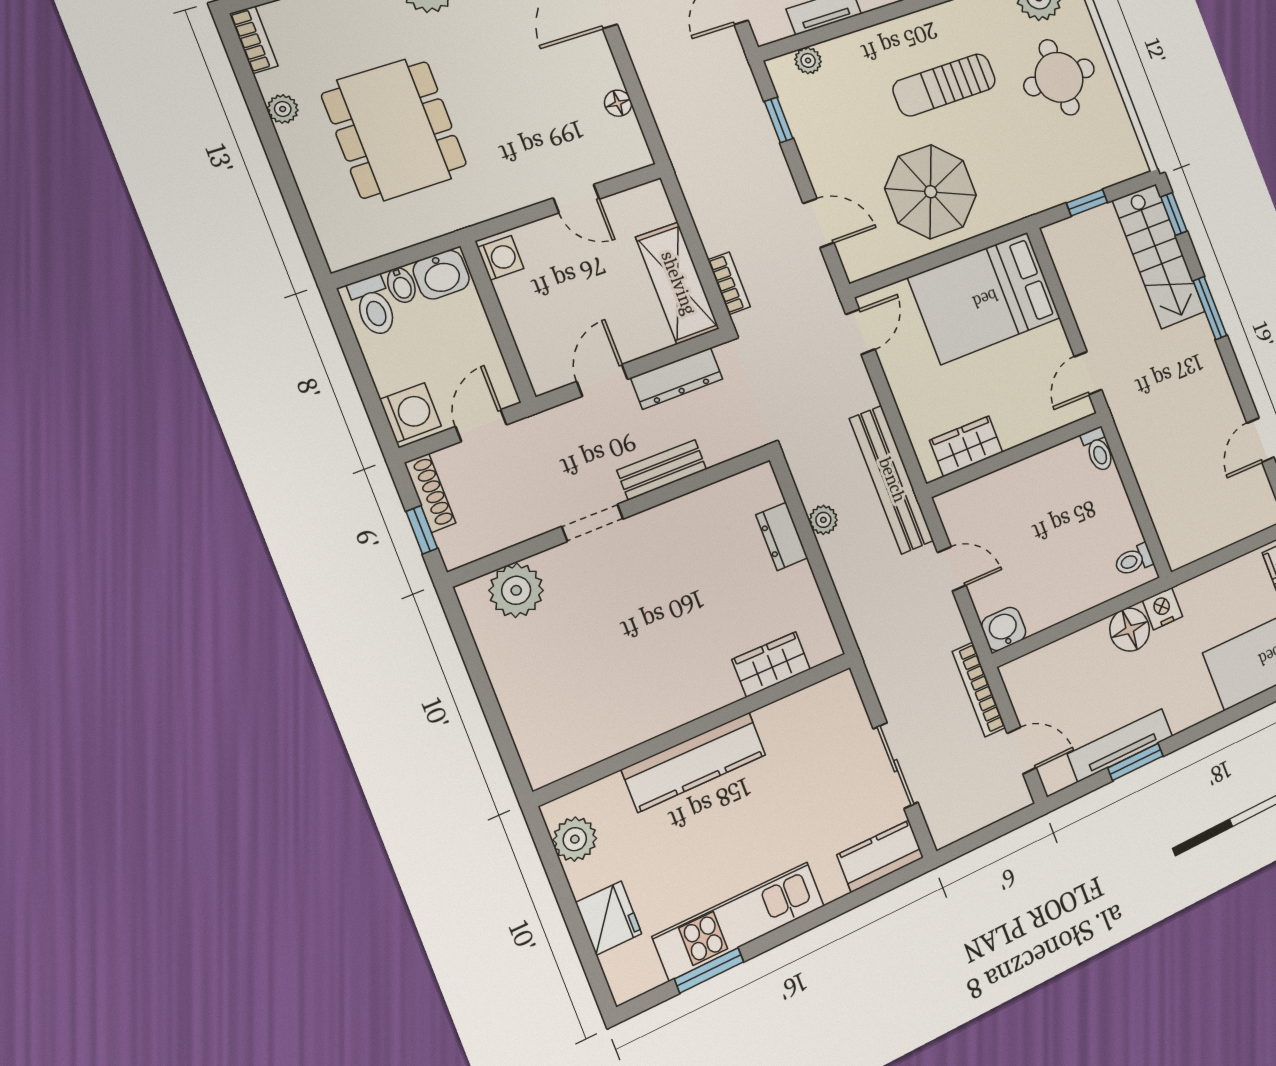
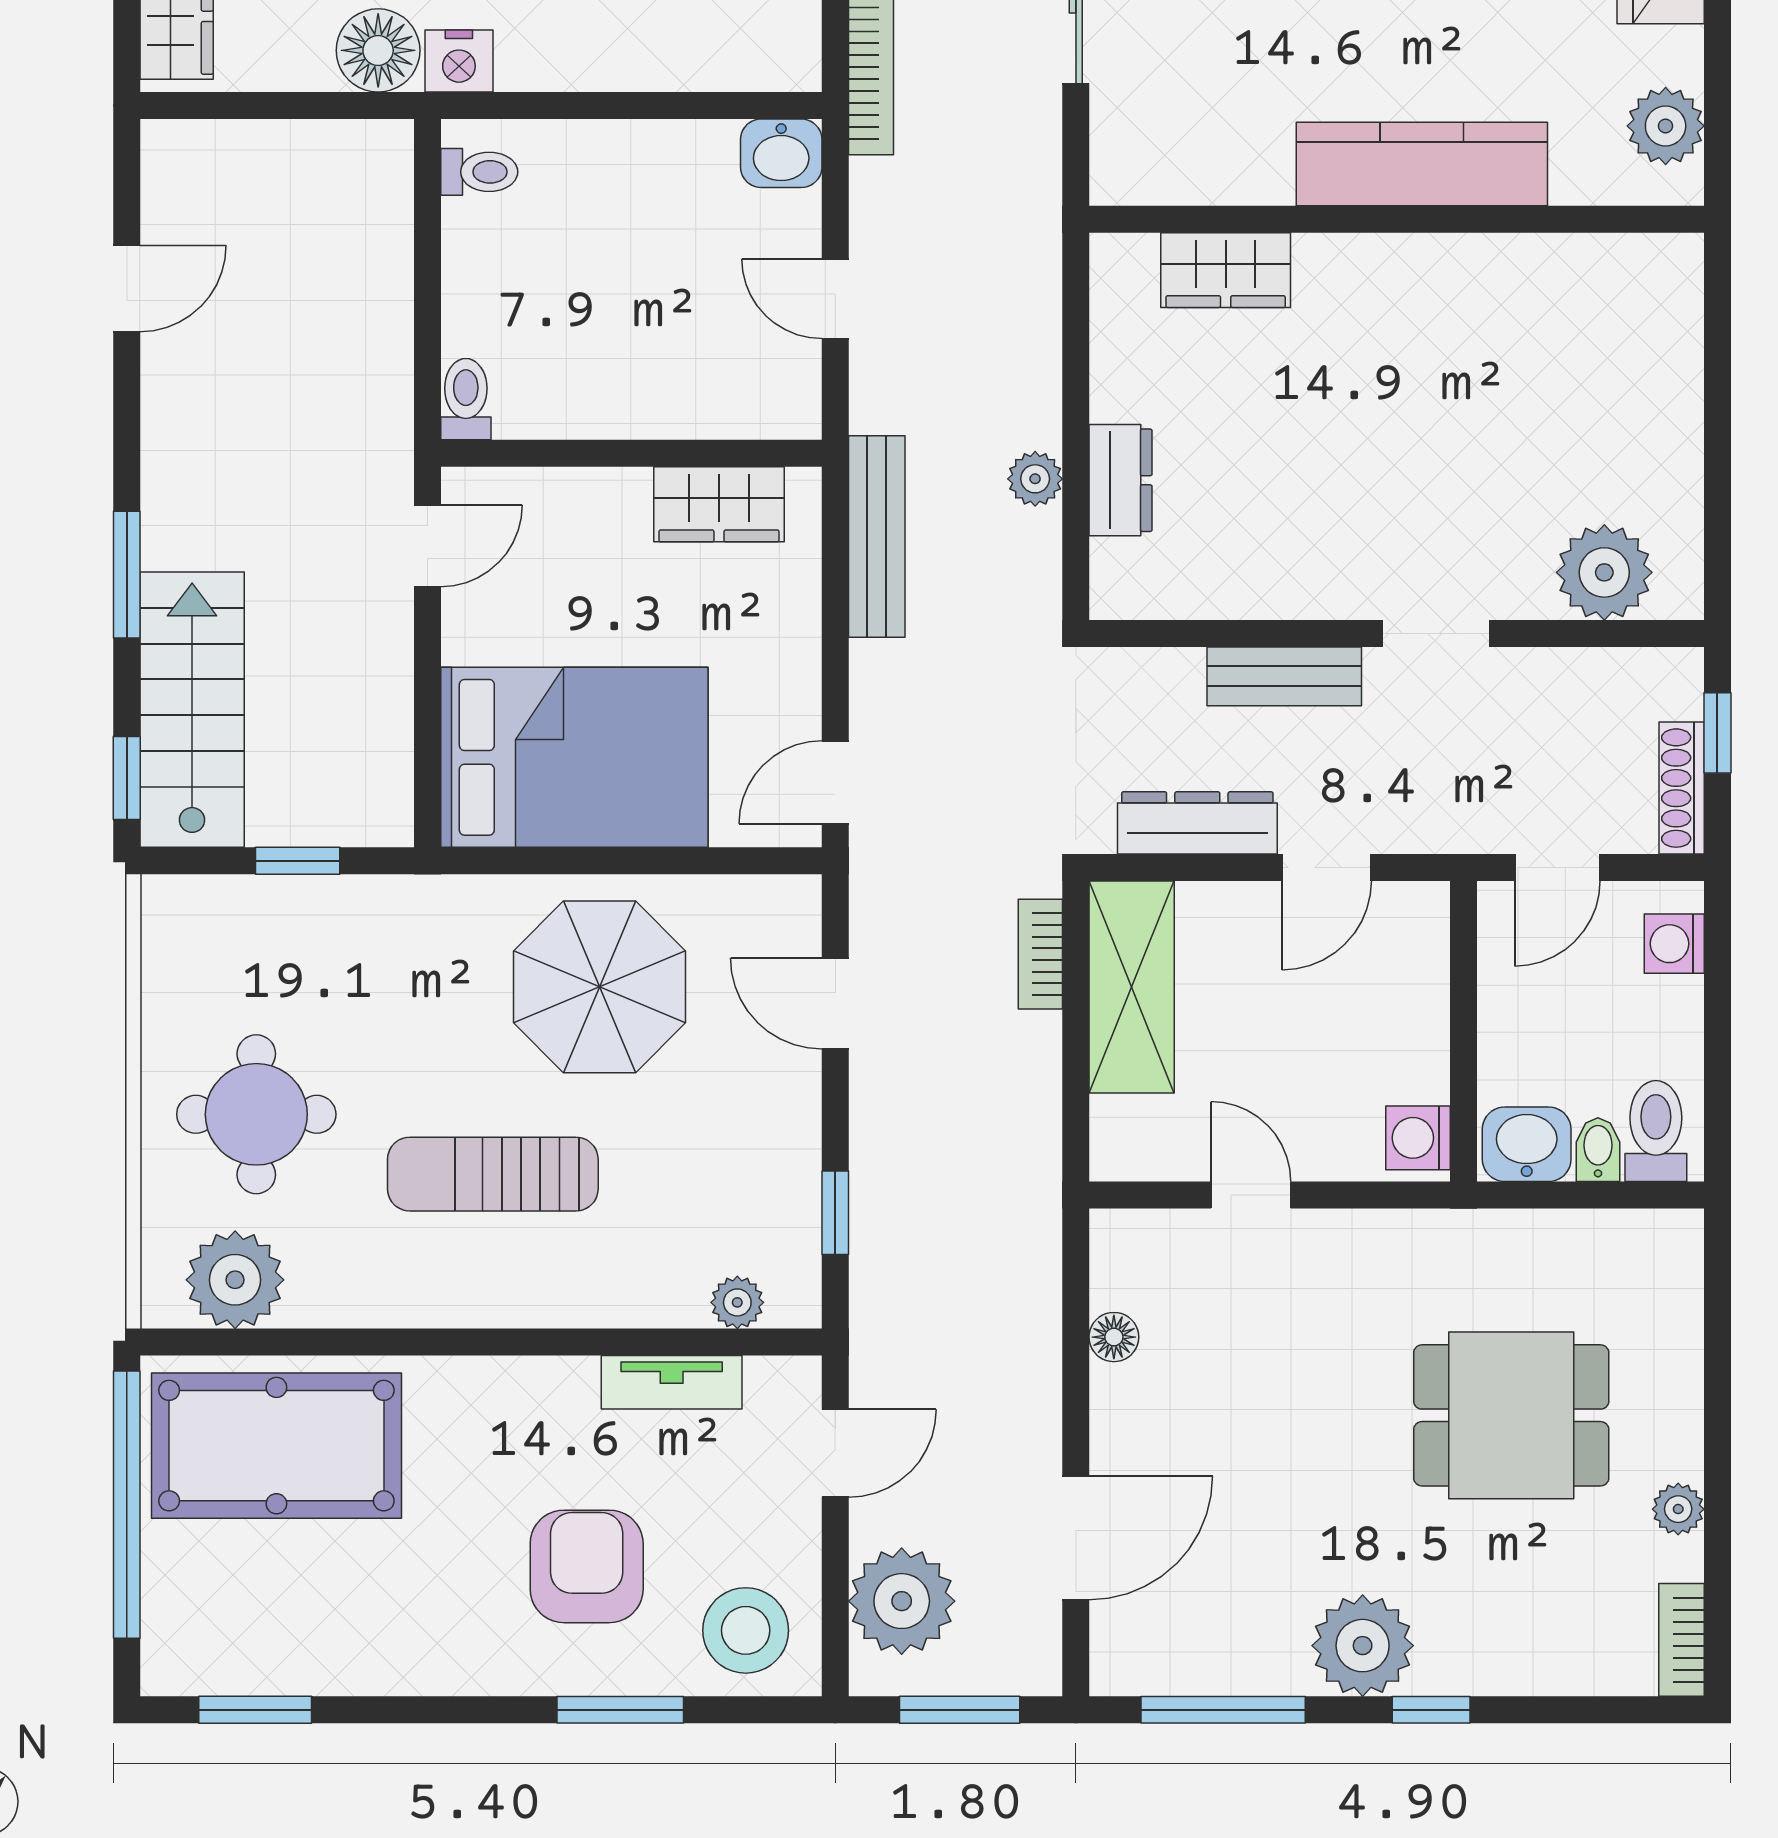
sun lounger: (944, 85) -> (493, 1174), turned 180
dining table: (394, 130) -> (1511, 1415), width x0.73
washing machine: (410, 413) -> (1674, 944), width x0.73, depth x0.73
bench: (892, 480) -> (877, 536), width x0.73, depth x0.82
floor lamp: (1130, 630) -> (378, 50), moved

